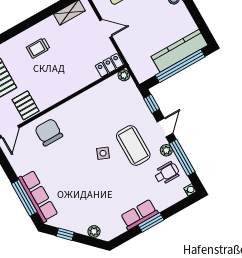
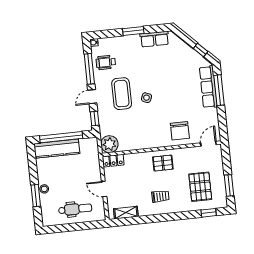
plant: (124, 75) -> (109, 144), width x1.88, depth x1.88
pallet: (26, 105) -> (163, 163), moved, turned 90
plant: (166, 150) -> (99, 79), removed
row of seats: (139, 214) -> (154, 39), moved
plant: (94, 231) -> (178, 43), removed

